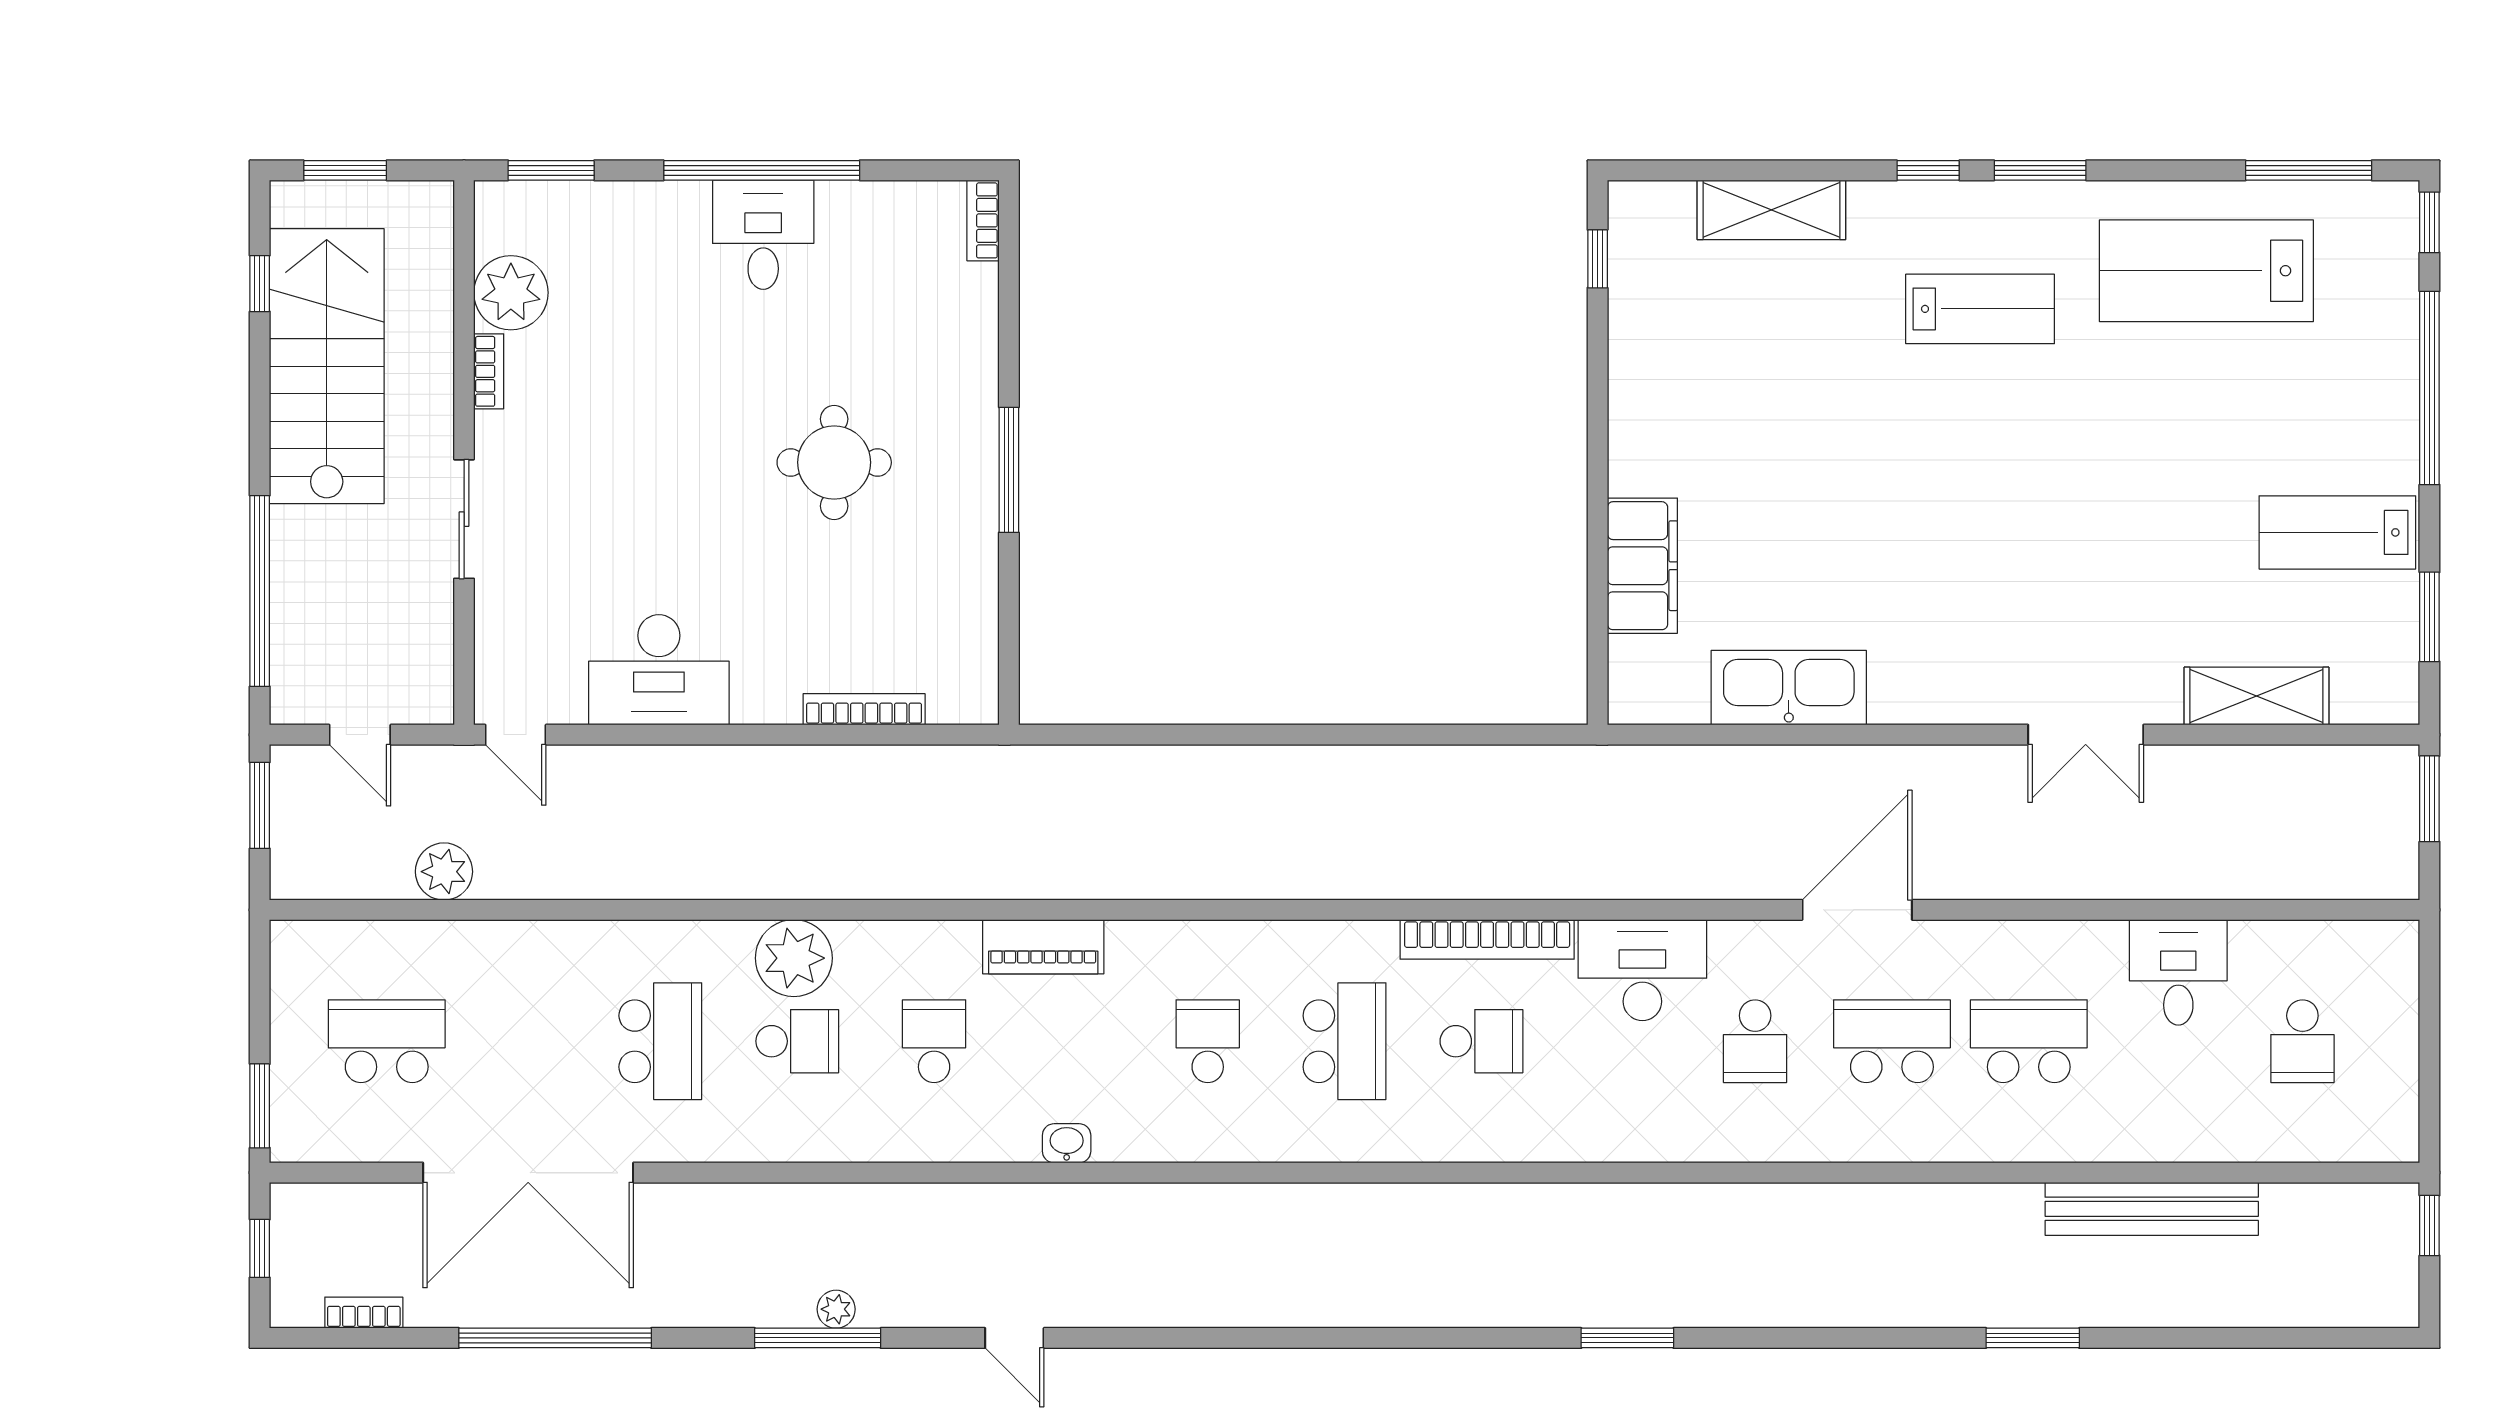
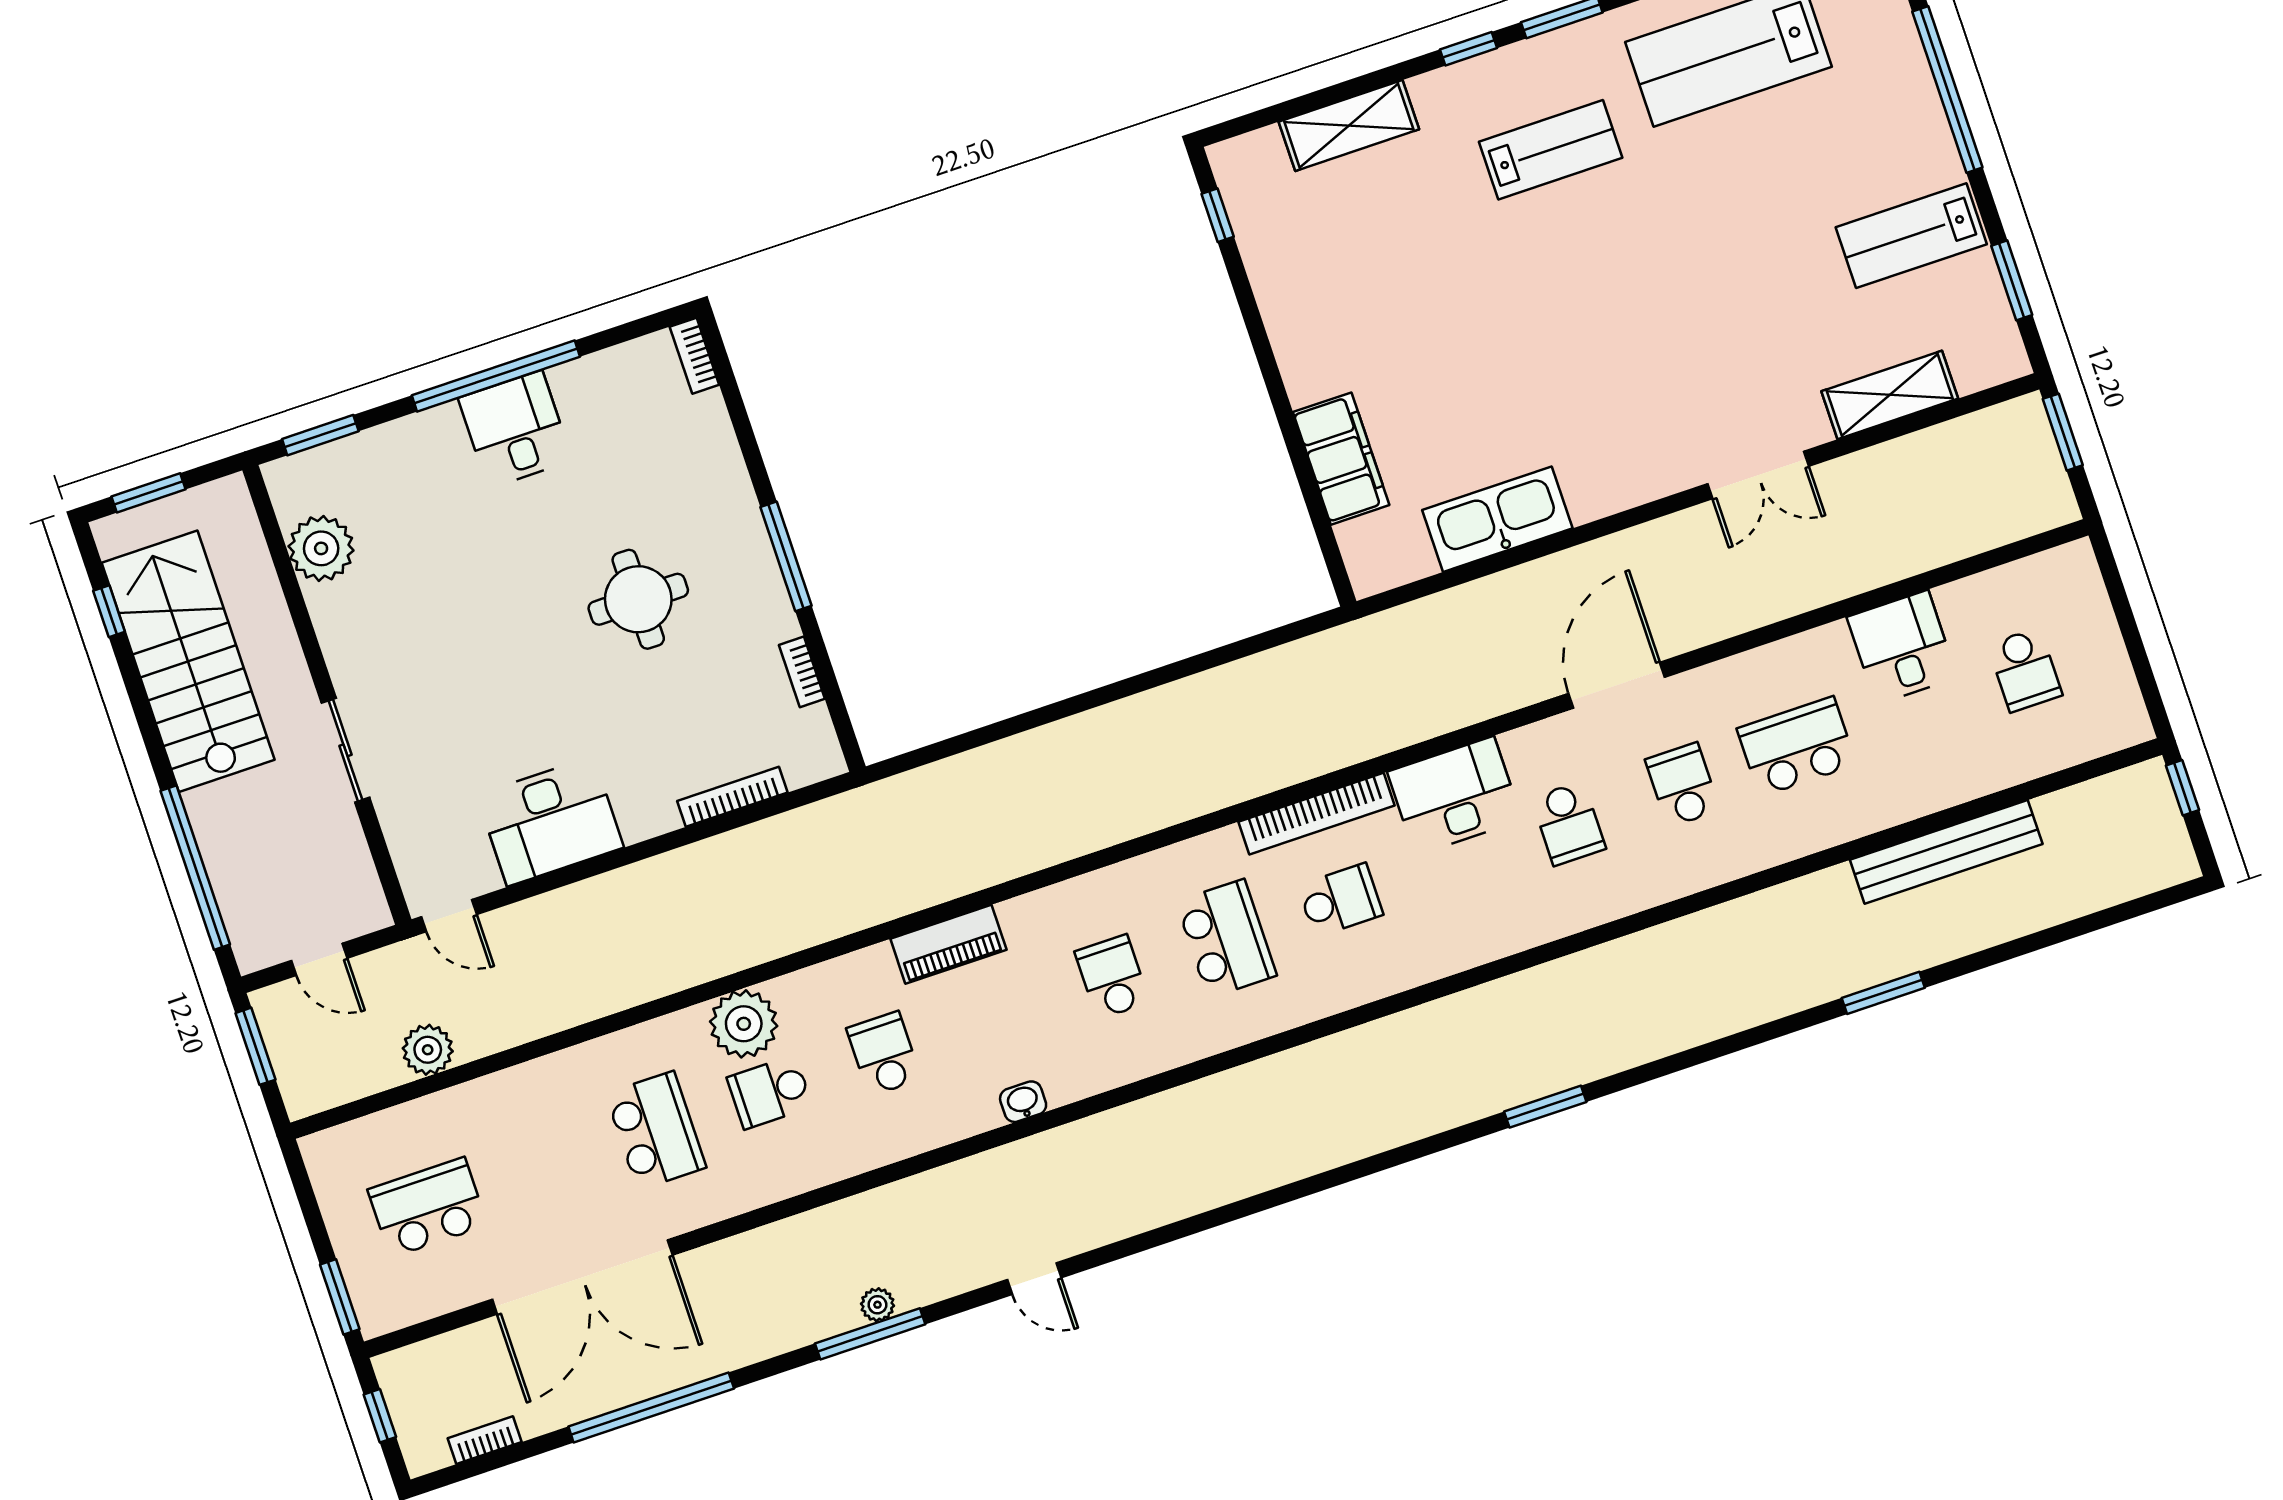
bookcase: (489, 371) -> (802, 672), moved, turned 180
school desk: (797, 1041) -> (770, 1092), turned 180
school desk: (1892, 1041) -> (1683, 785), width x0.54

